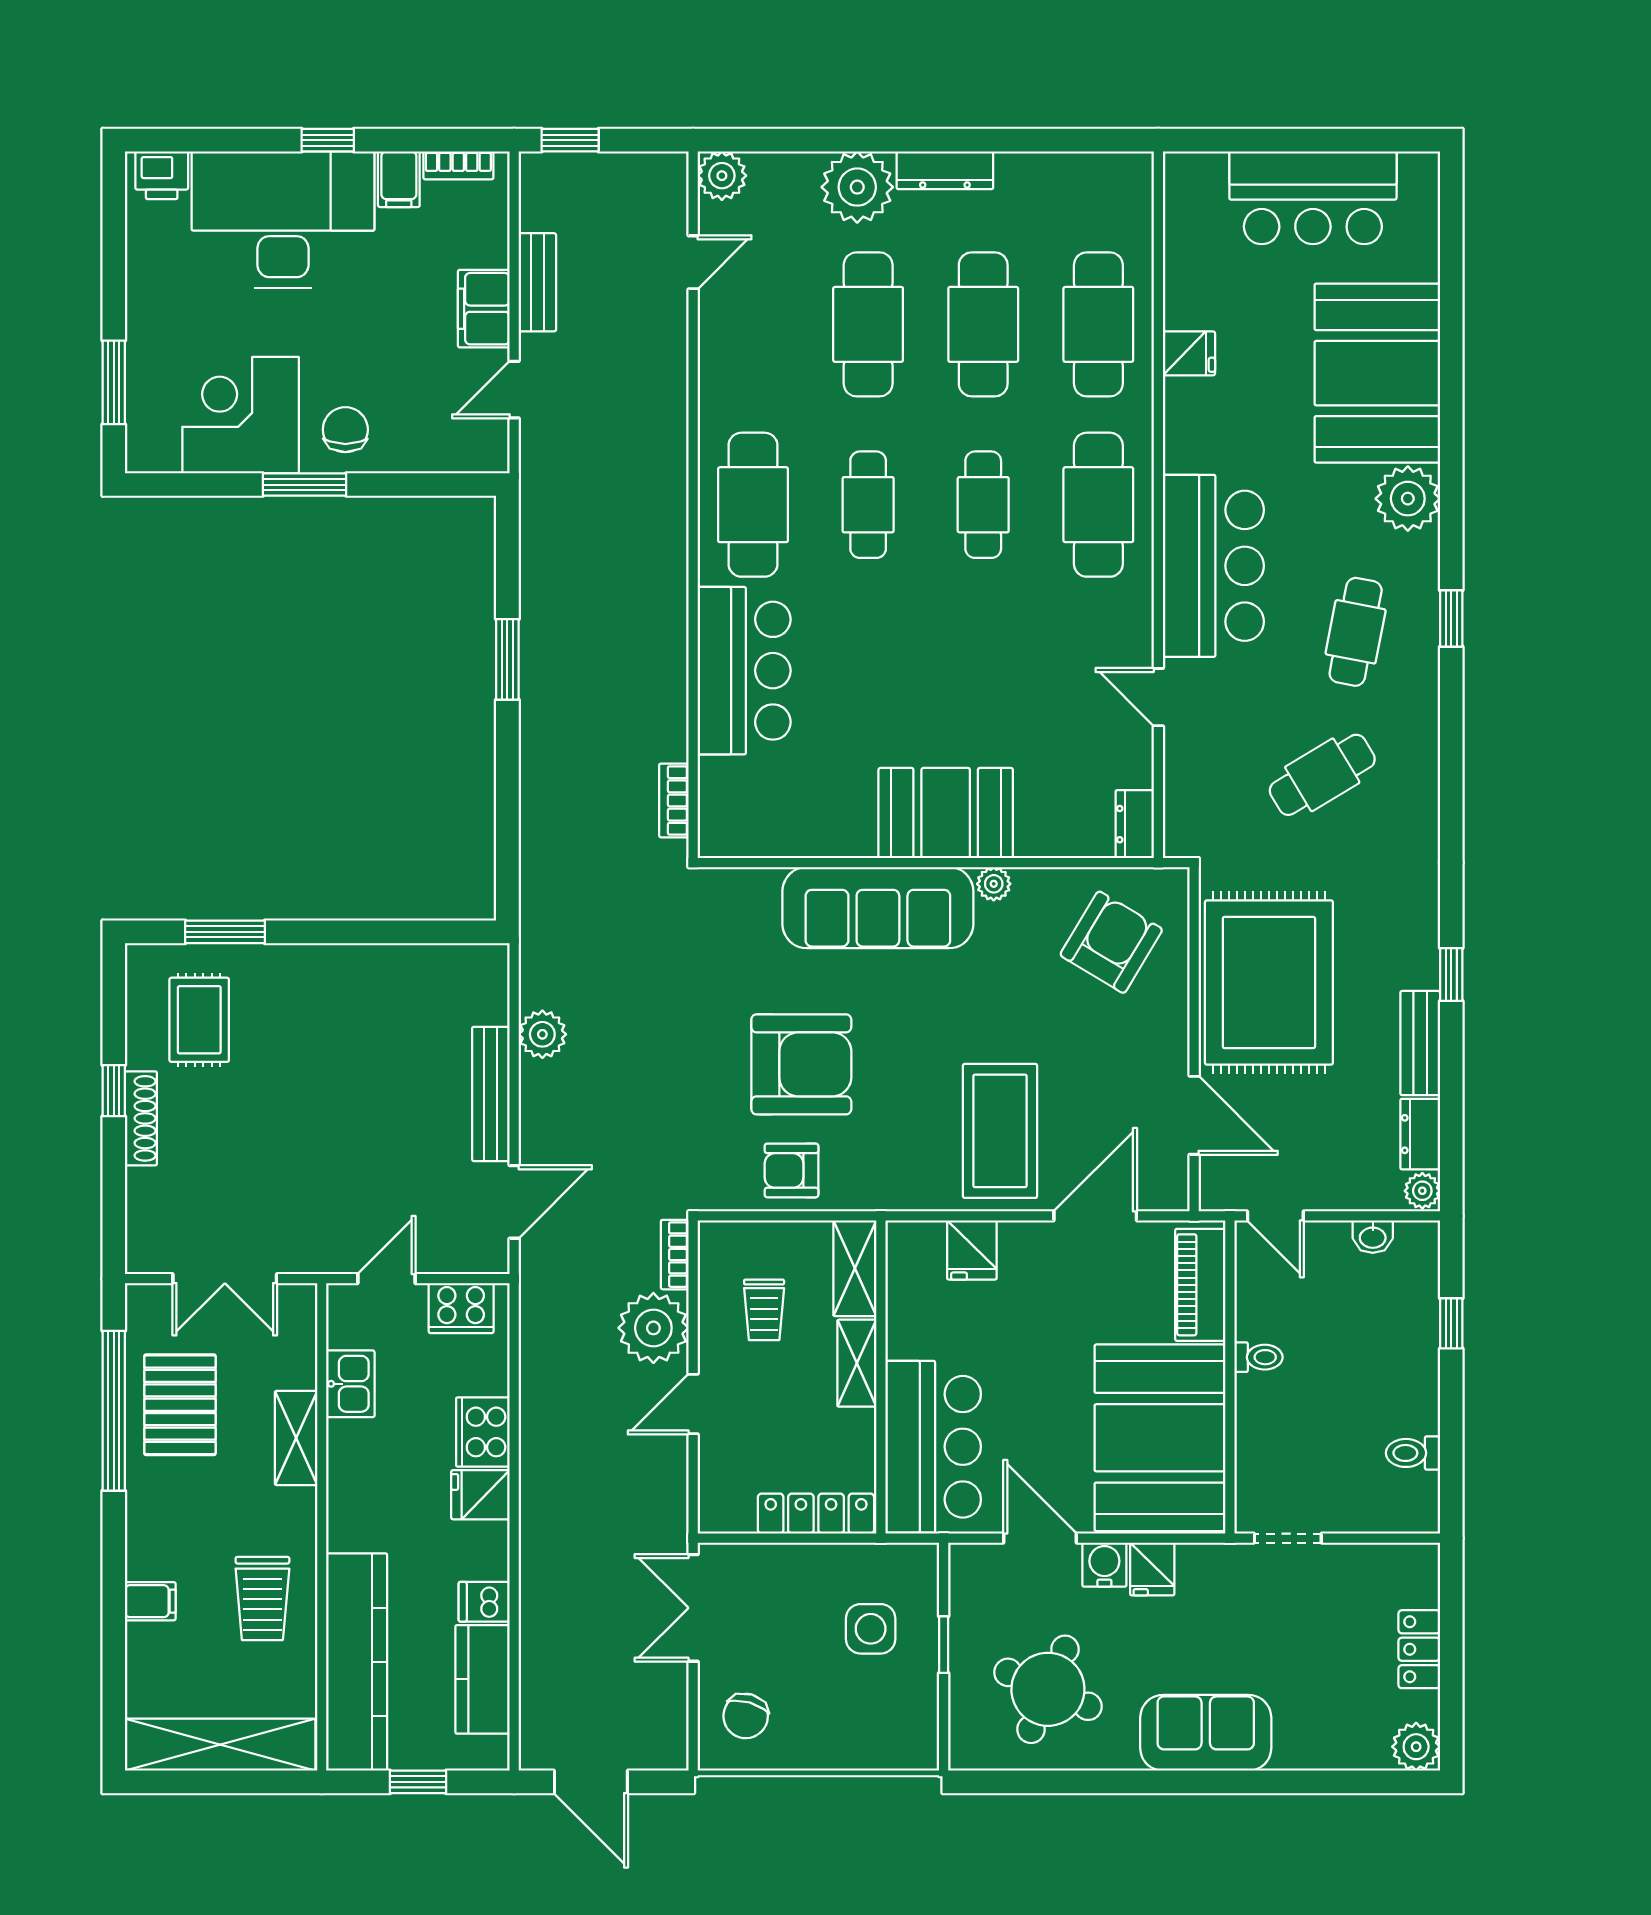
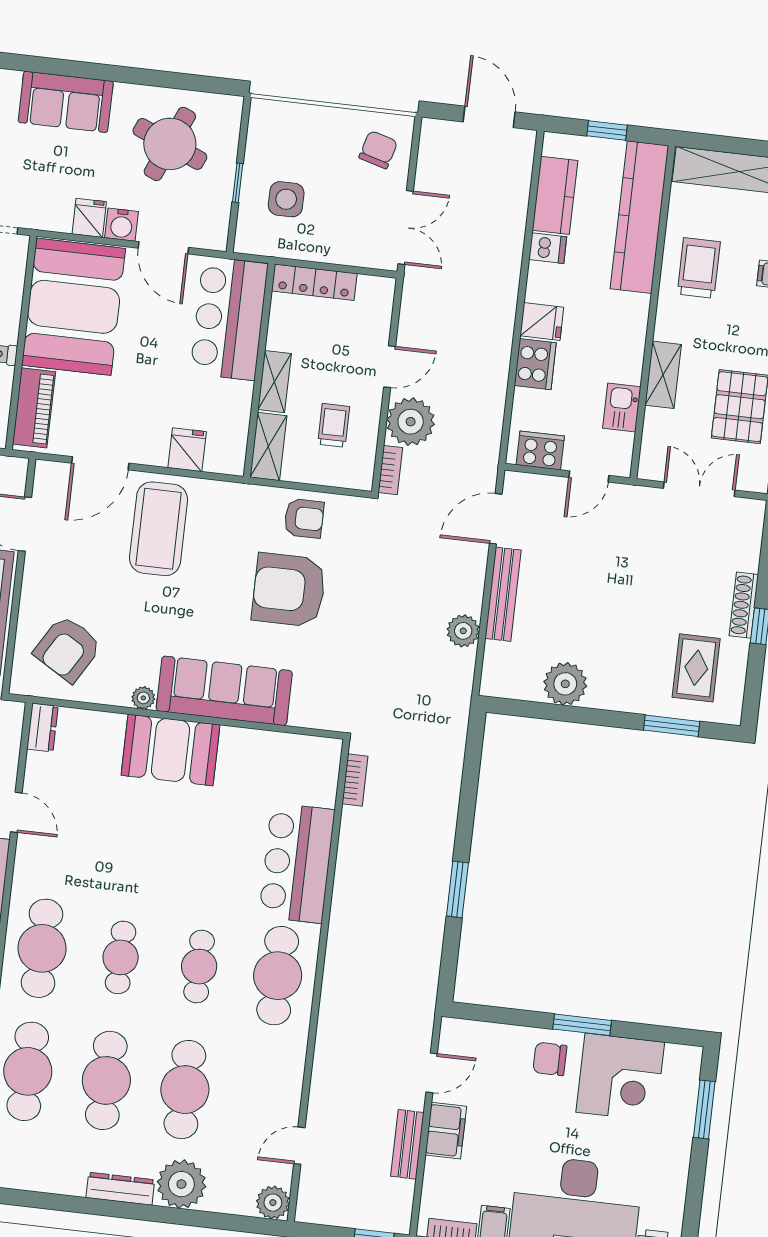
chair: (345, 430) -> (550, 1059), turned 90
plant: (386, 975) -> (565, 684), added

